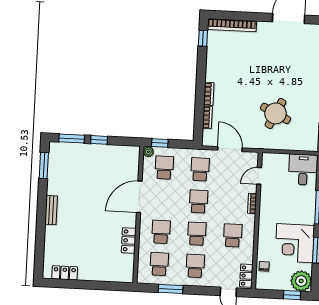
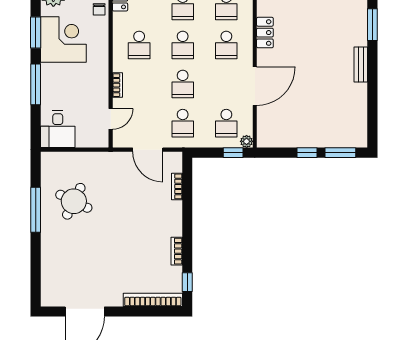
bookcase: (209, 94) -> (177, 251), moved
round table: (276, 113) -> (74, 201), moved
window: (44, 165) -> (372, 25), moved

